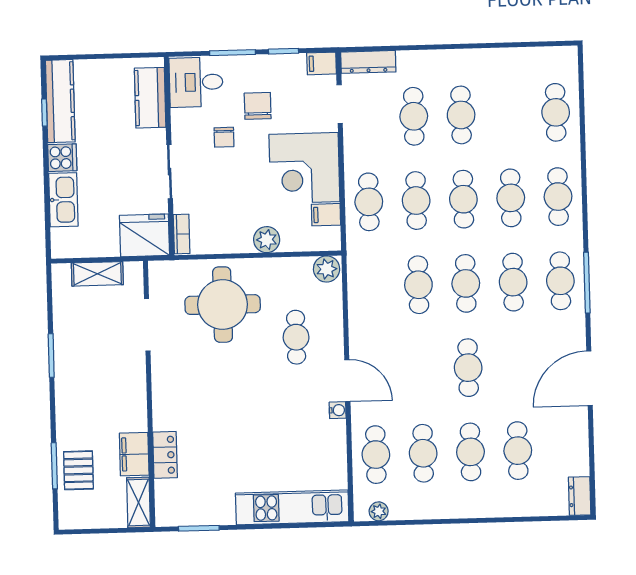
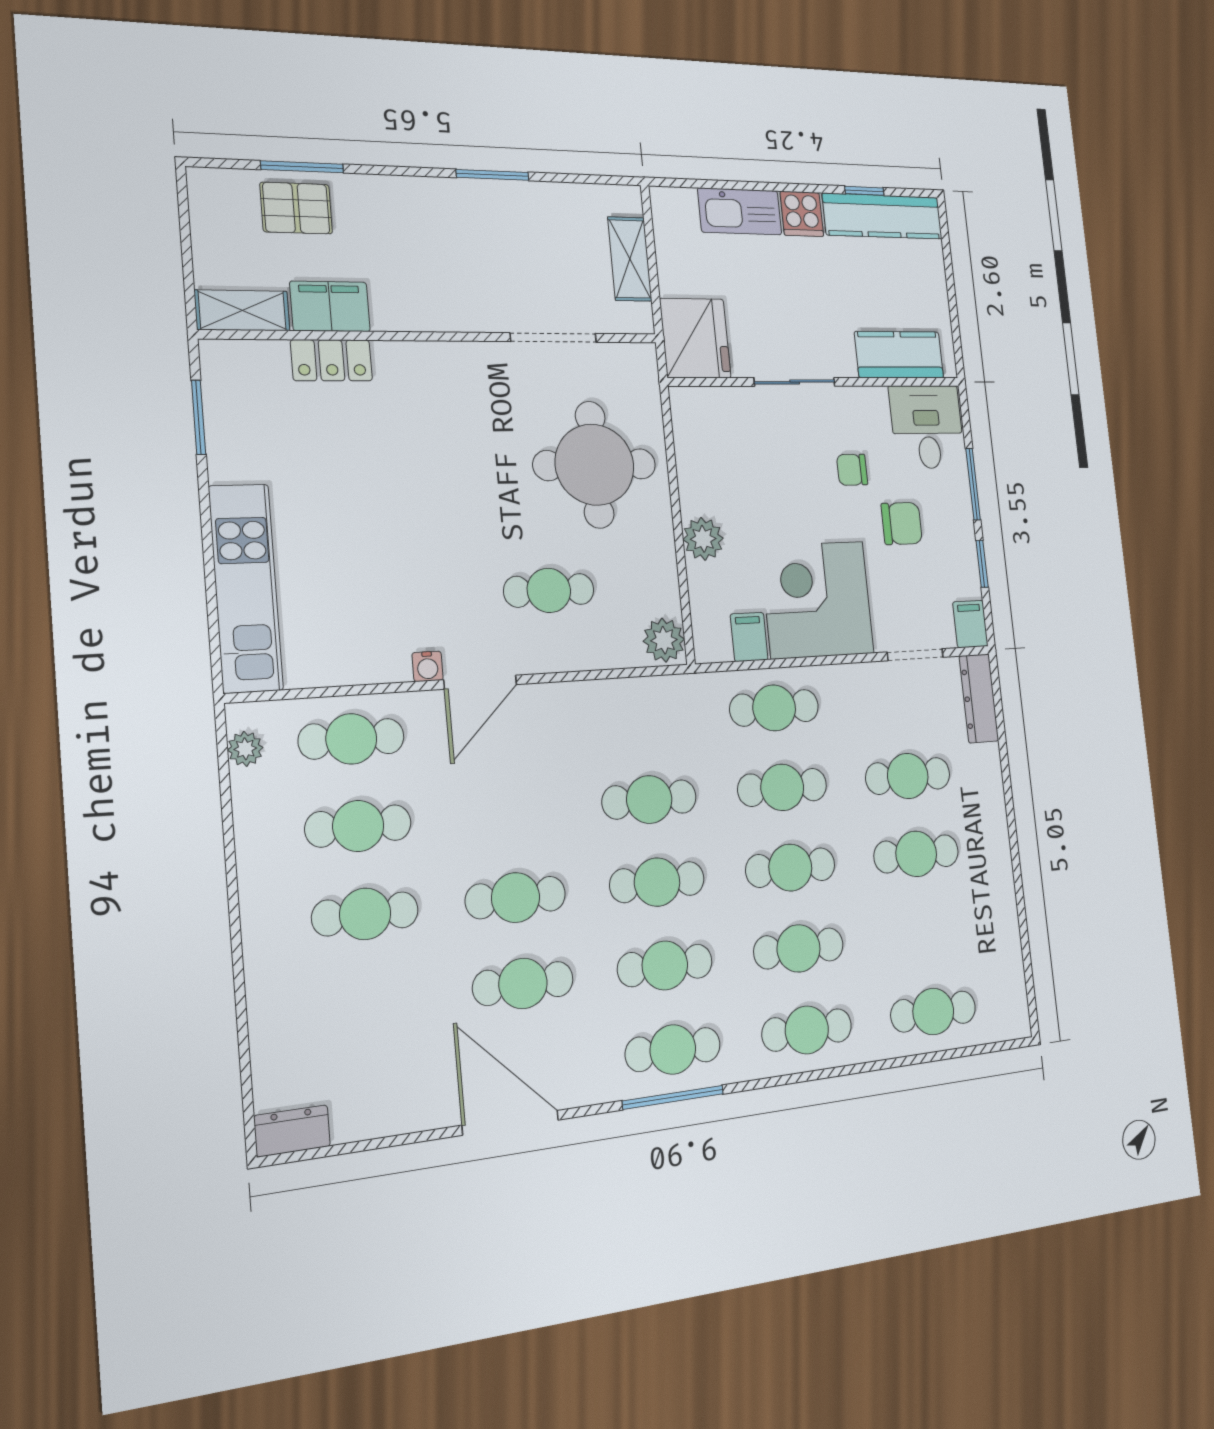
bookcase: (182, 234) -> (702, 399), removed
cafe table: (518, 451) -> (523, 983), moved

